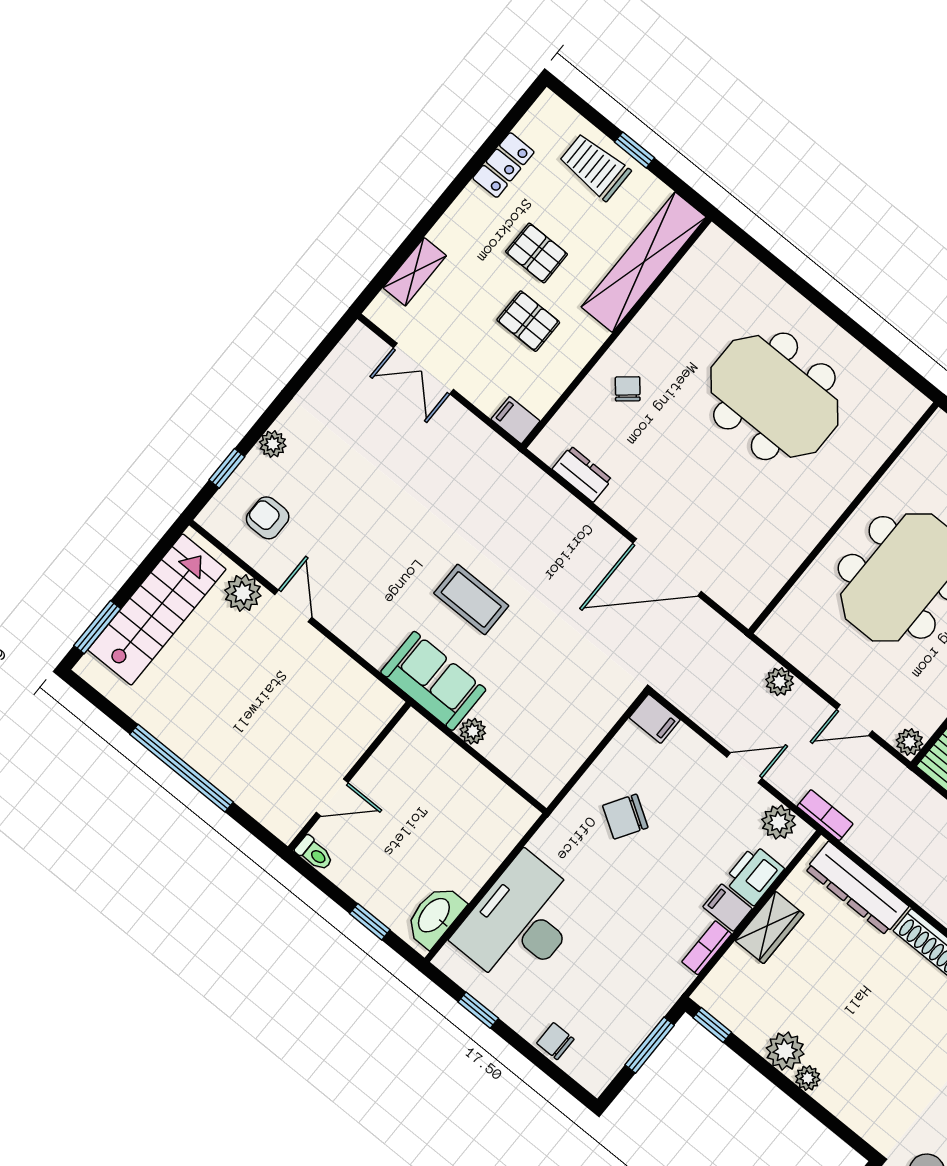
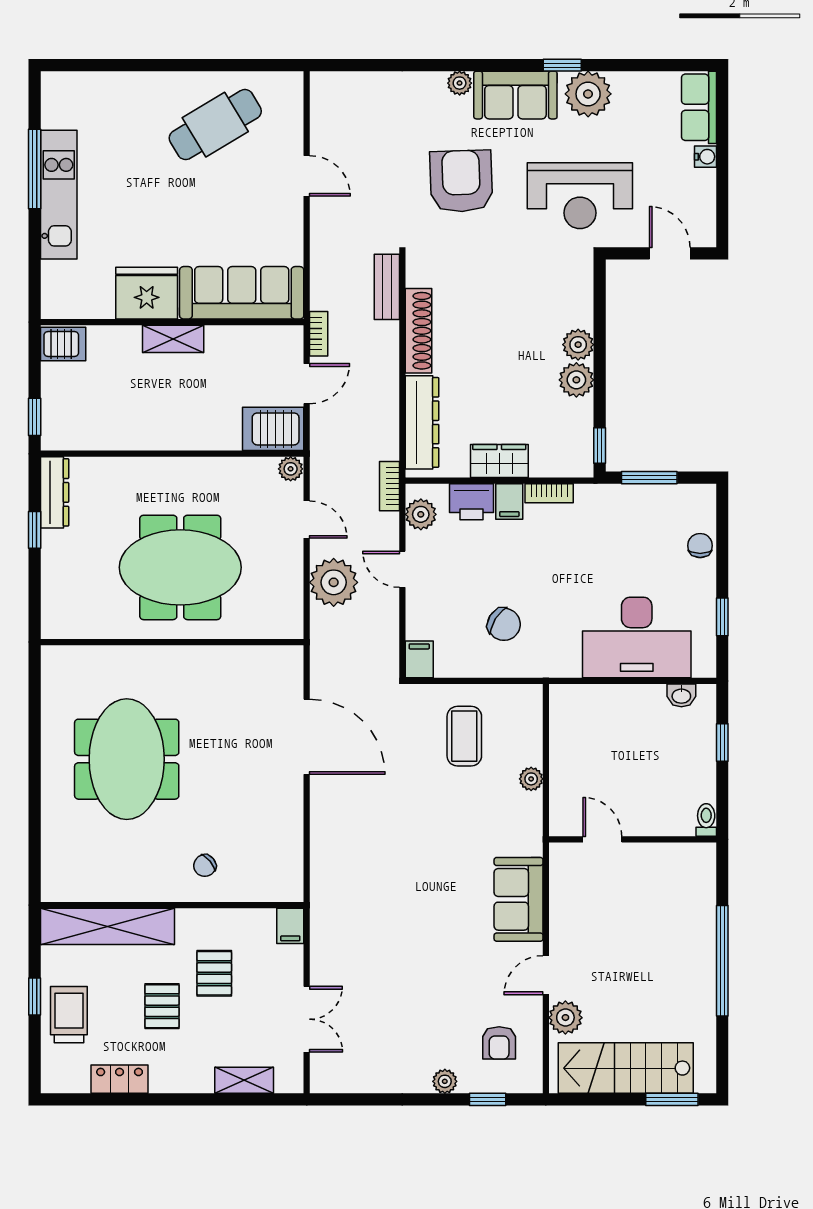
trolley: (595, 167) -> (69, 1015), turned 180
dresser: (582, 474) -> (290, 849), removed
coffee table: (471, 599) -> (464, 736), moved
sofa: (433, 681) -> (519, 899), moved
plant: (780, 682) -> (334, 582), width x1.88, depth x1.88
door: (332, 797) -> (602, 839), moved
washbasin: (435, 916) -> (681, 695), width x0.52, depth x0.69
chair: (555, 1041) -> (700, 546), turned 180
plant: (808, 1078) -> (578, 345), width x1.38, depth x1.38

